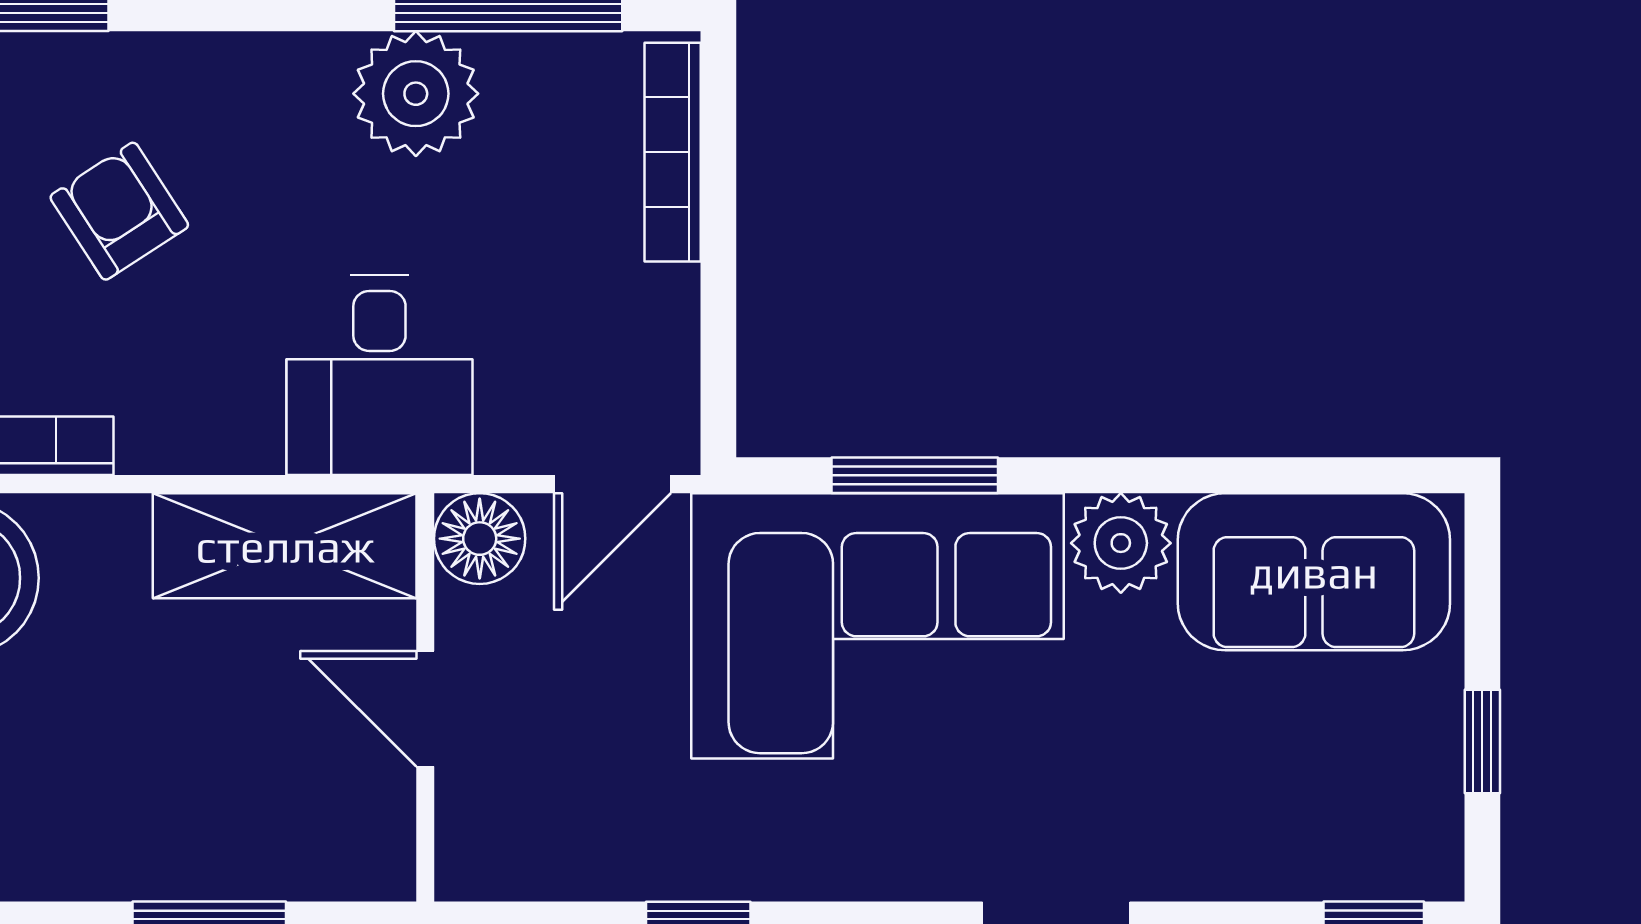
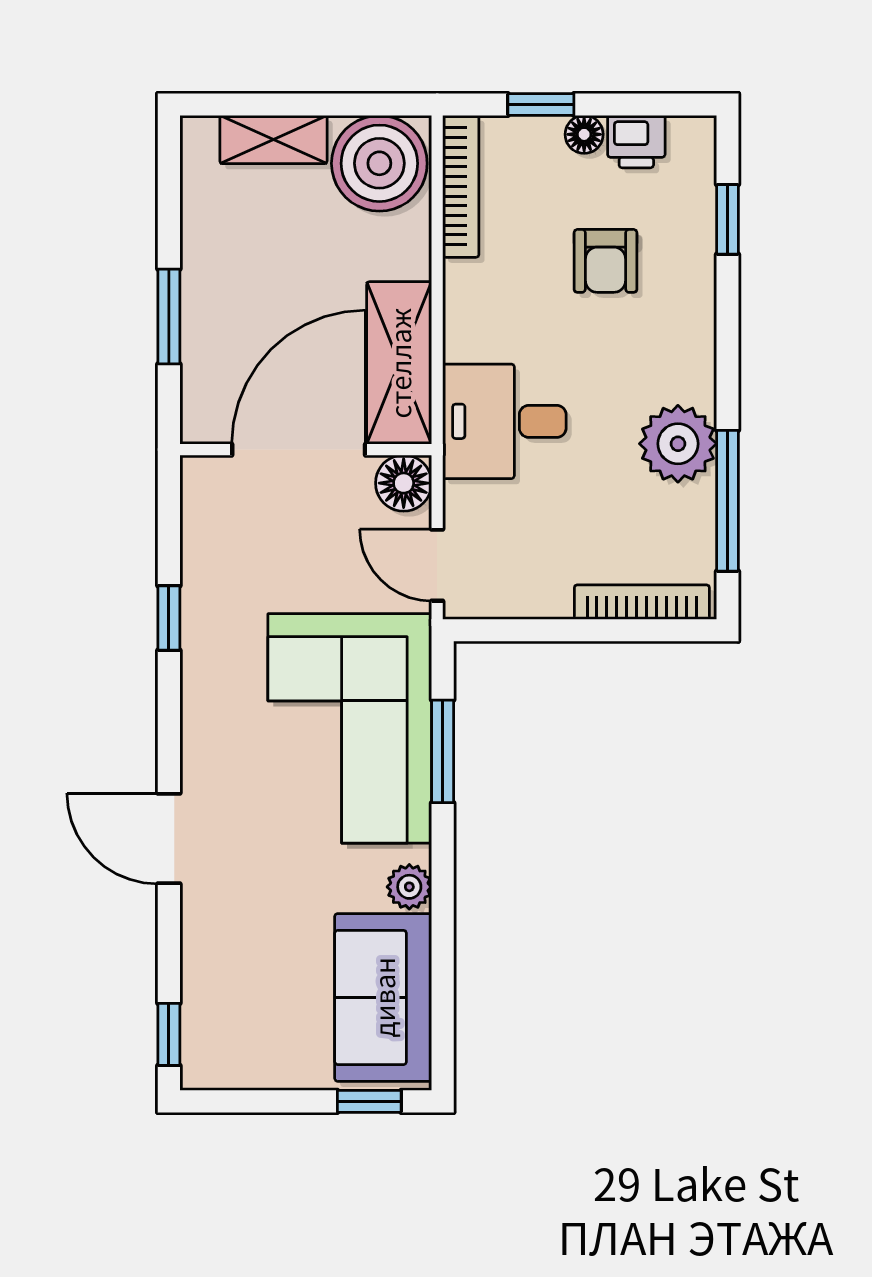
armchair: (119, 211) -> (605, 261), turned 123
plant: (1121, 543) -> (409, 887), width x0.73, depth x0.73
door: (425, 709) -> (299, 450), width x1.87
window: (1482, 742) -> (369, 1101), moved

